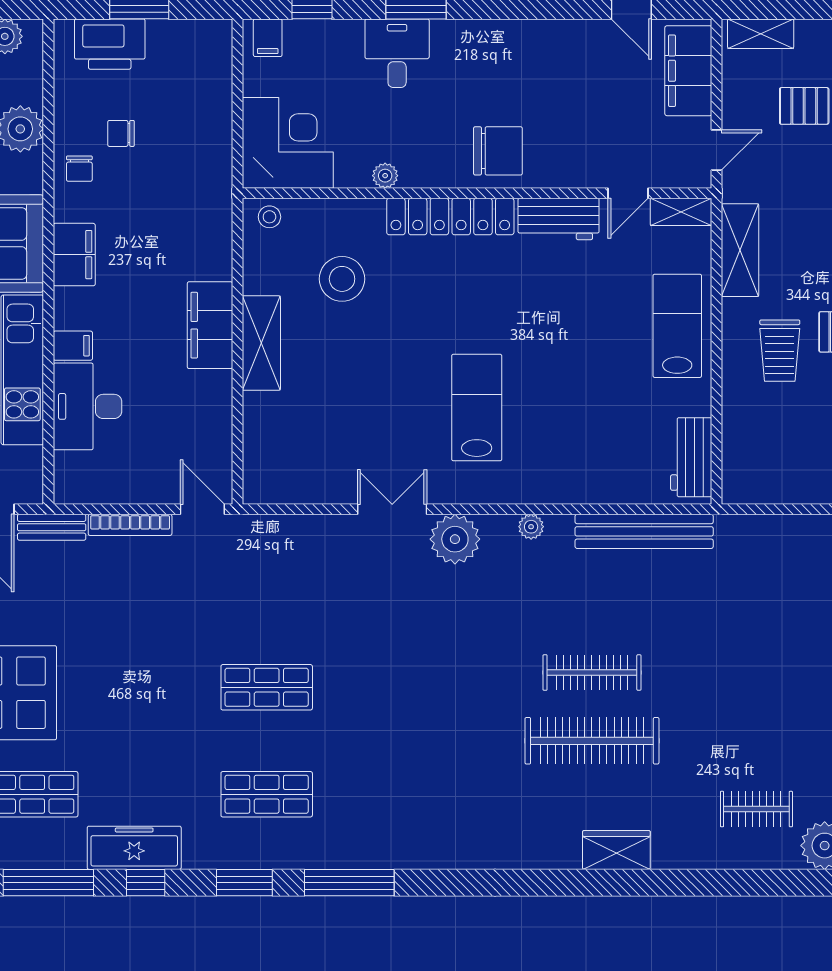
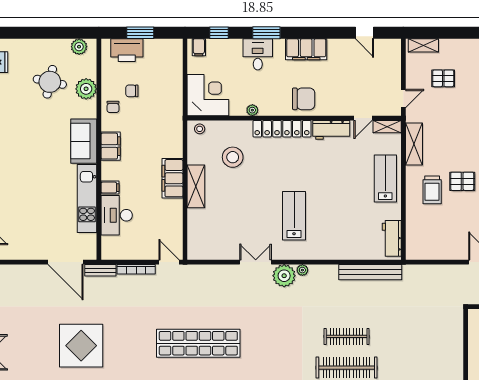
filing cabinet: (688, 71) -> (306, 49), moved, turned -90
plant: (531, 527) -> (302, 270), moved
shop shelf: (267, 687) -> (198, 343), width x2.00, depth x1.36

